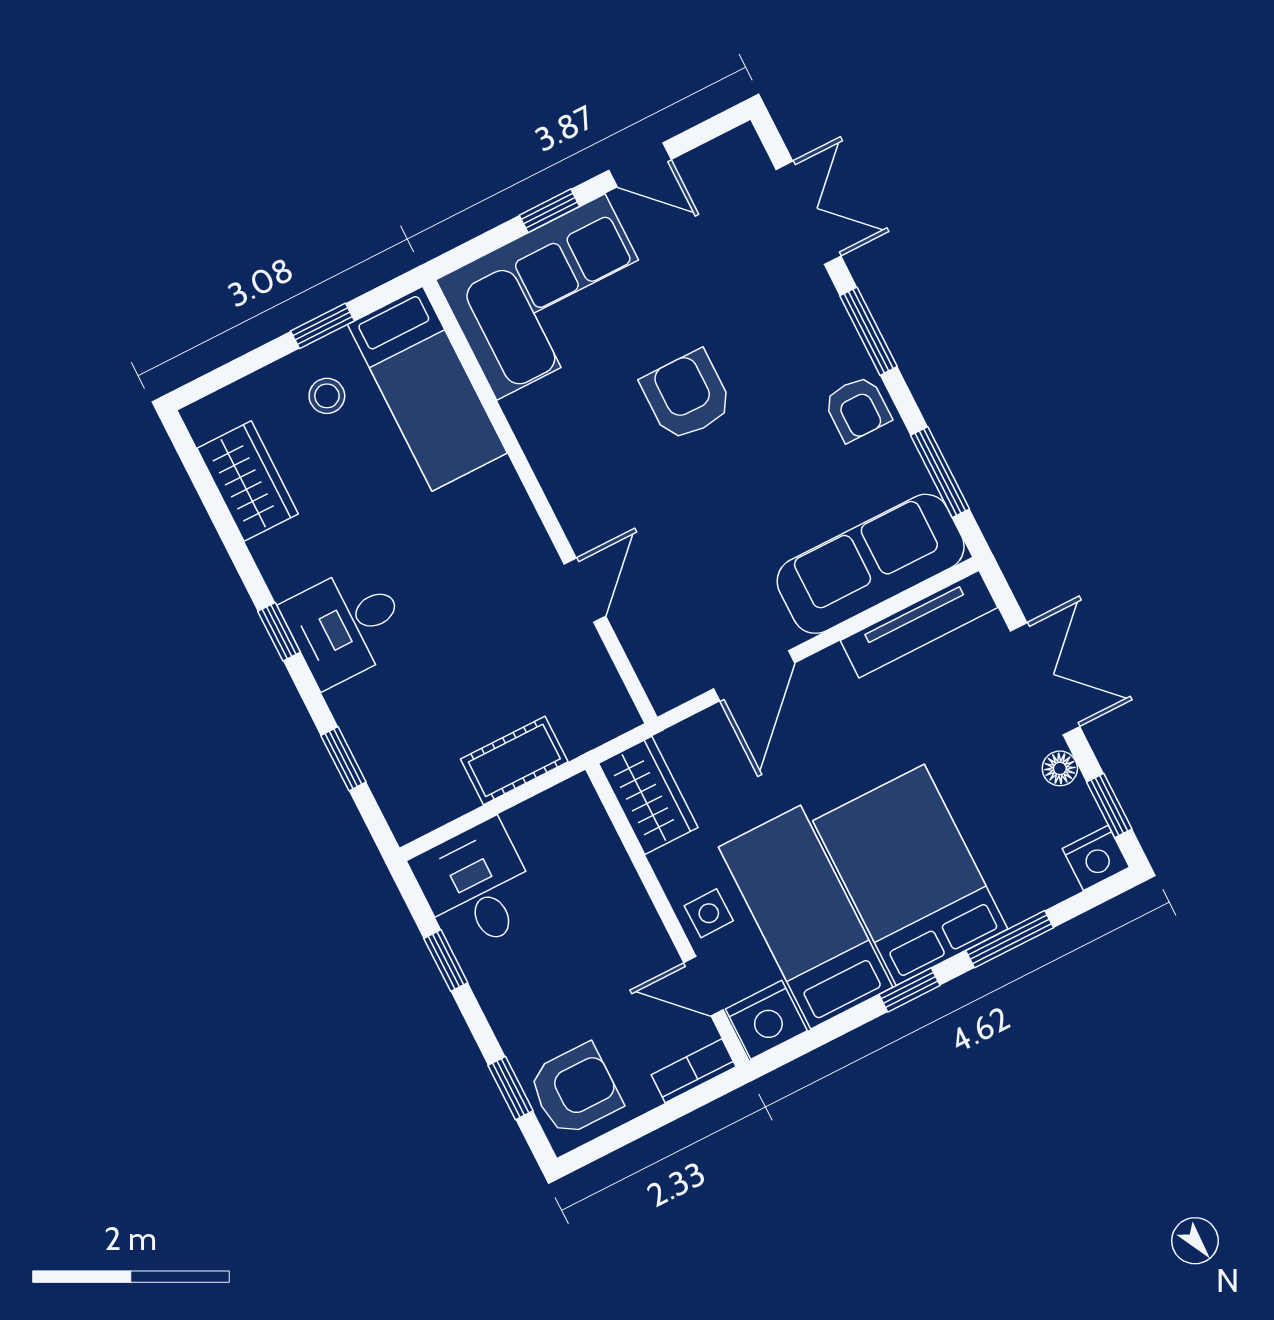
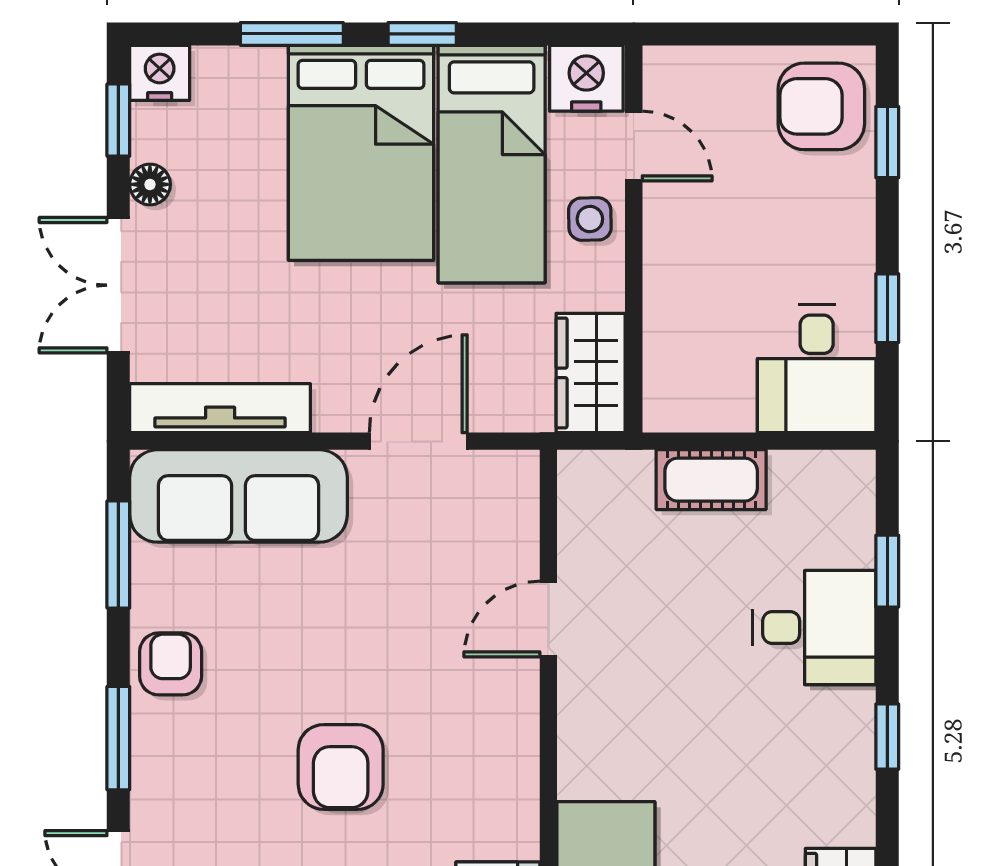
desk: (346, 625) -> (814, 627), moved
bookcase: (694, 1071) -> (688, 64), removed

